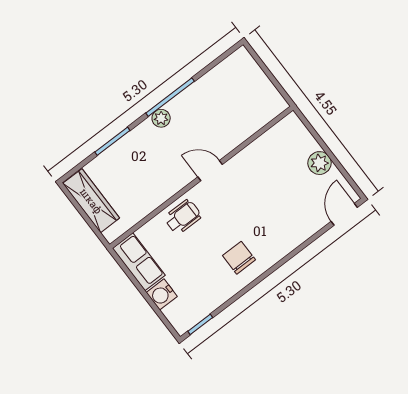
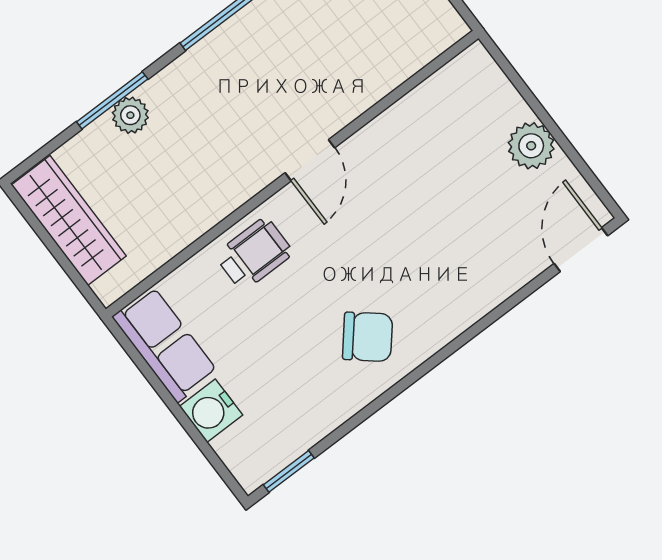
plant: (161, 118) -> (130, 115), moved
door: (210, 171) -> (310, 160), swing flipped
chair: (239, 258) -> (368, 337), turned 130

